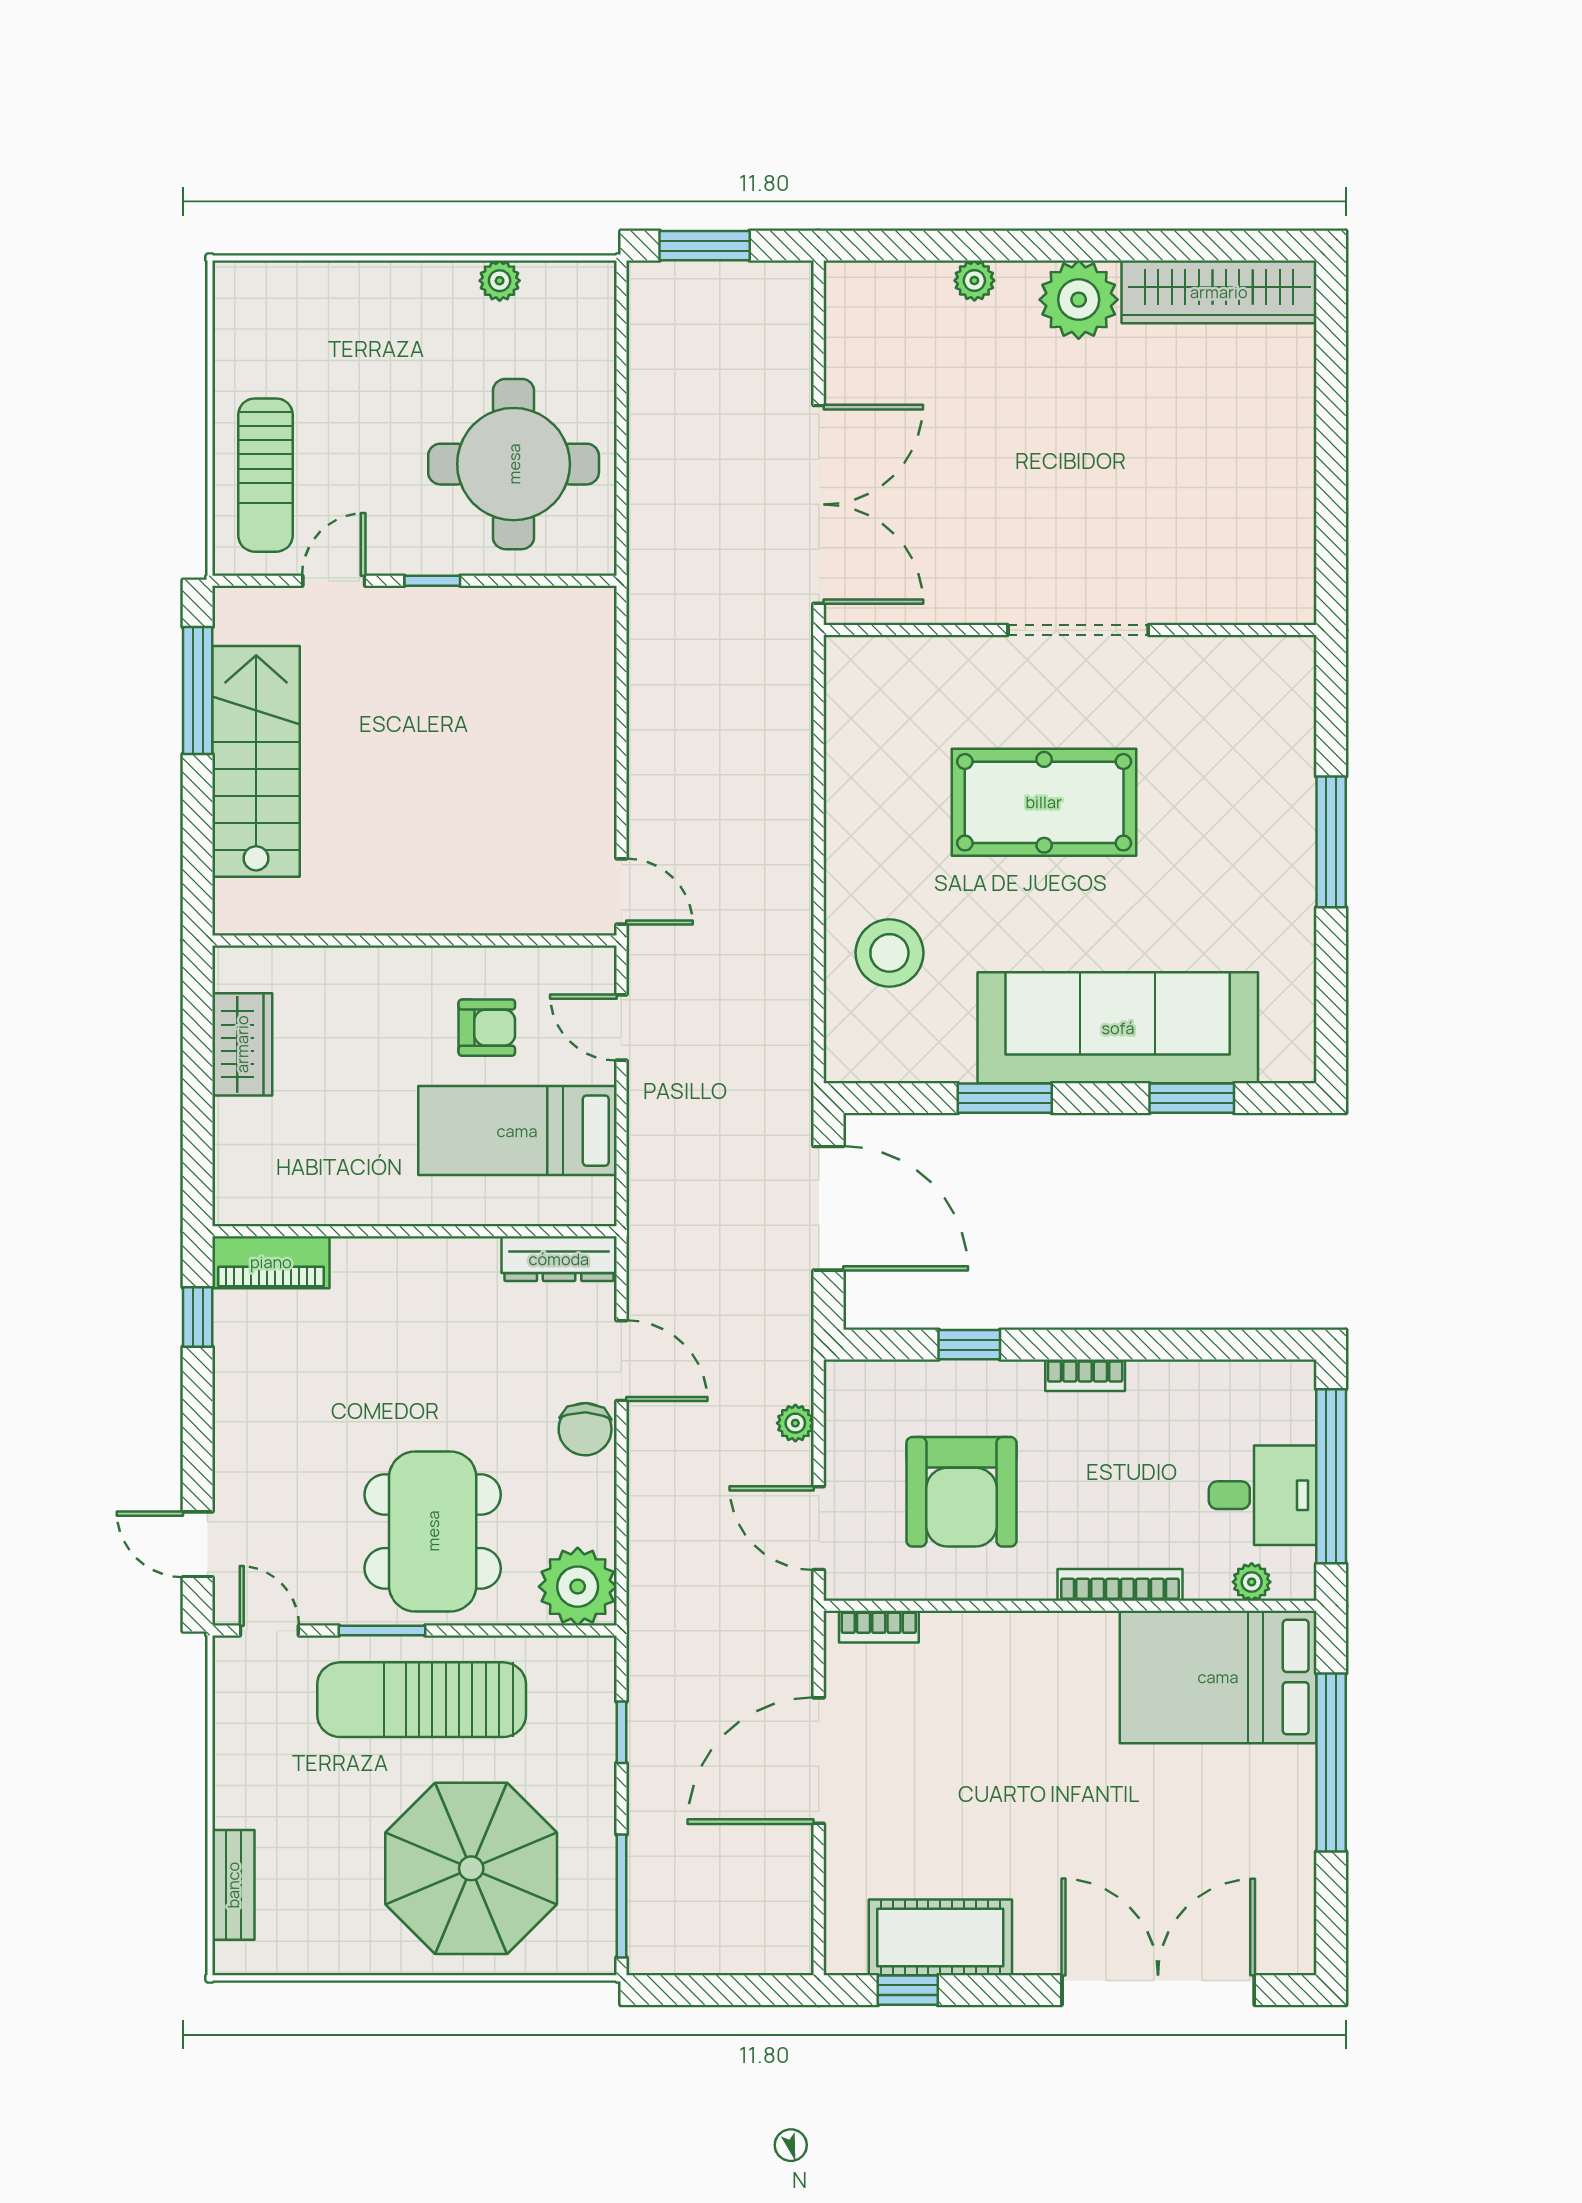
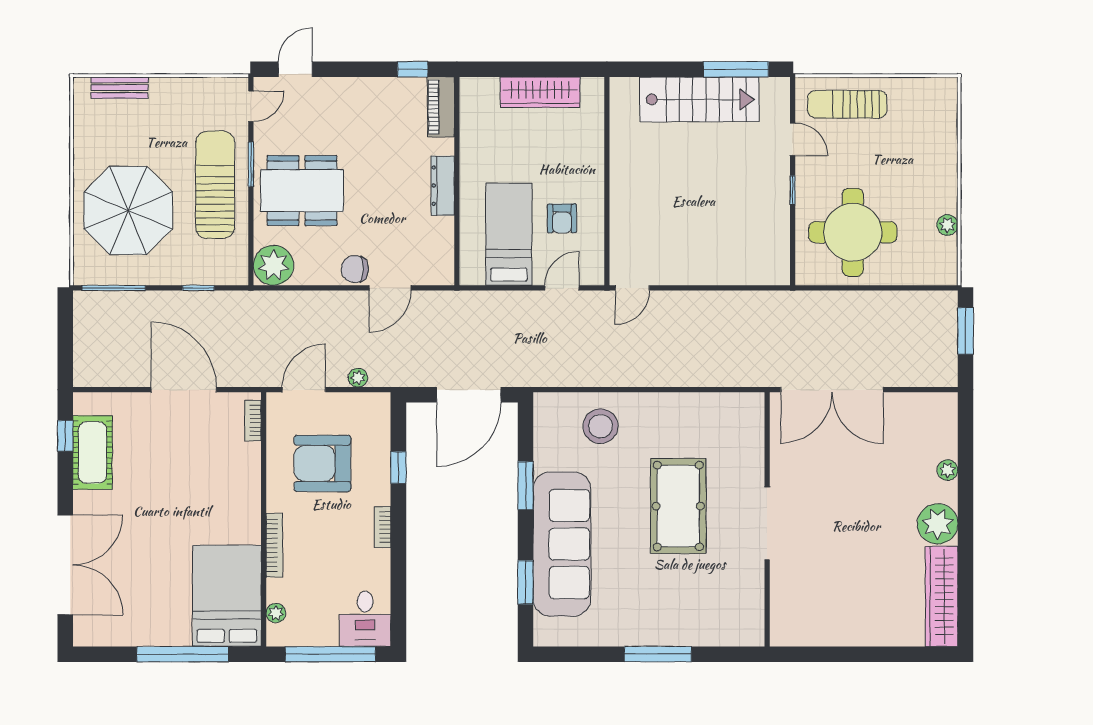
wardrobe: (242, 1044) -> (540, 92), width x1.50
dresser: (559, 1259) -> (443, 186), moved
desk: (1263, 1495) -> (365, 619), moved

